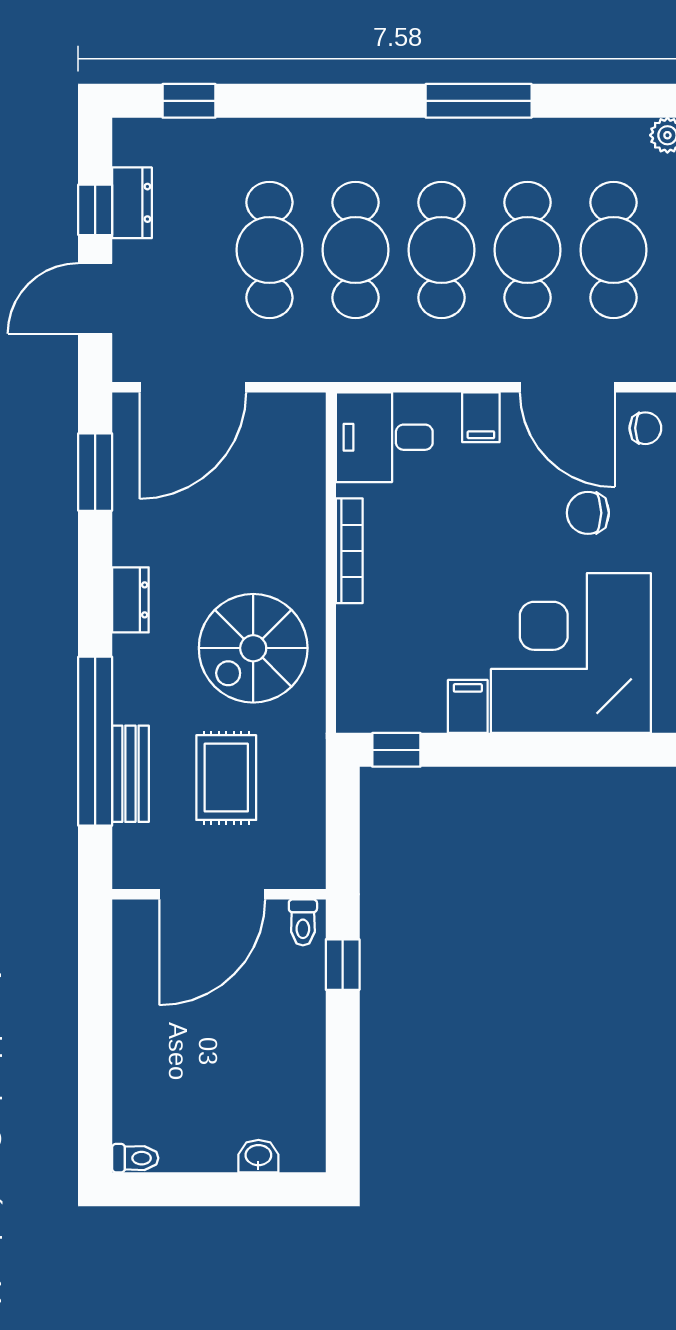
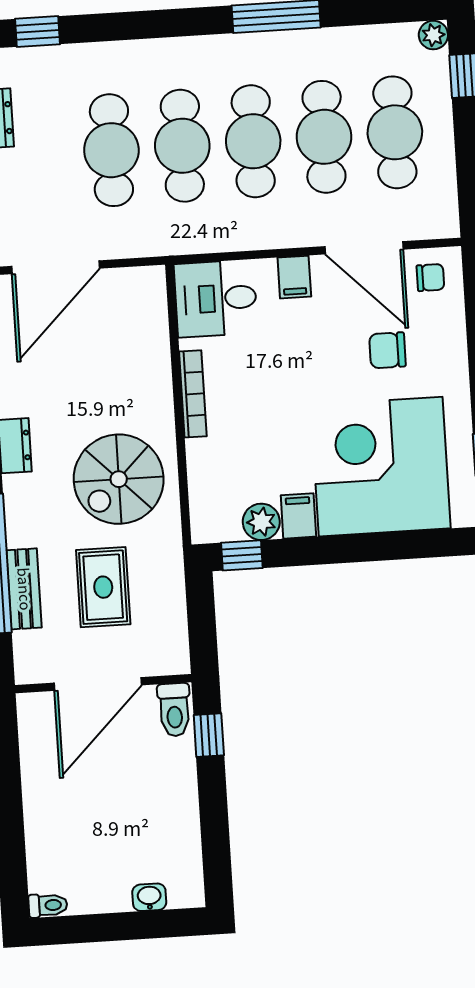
plant: (422, 711) -> (261, 522), added
toilet: (303, 922) -> (174, 710), width x1.37, depth x1.39

